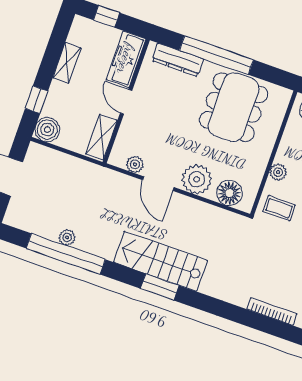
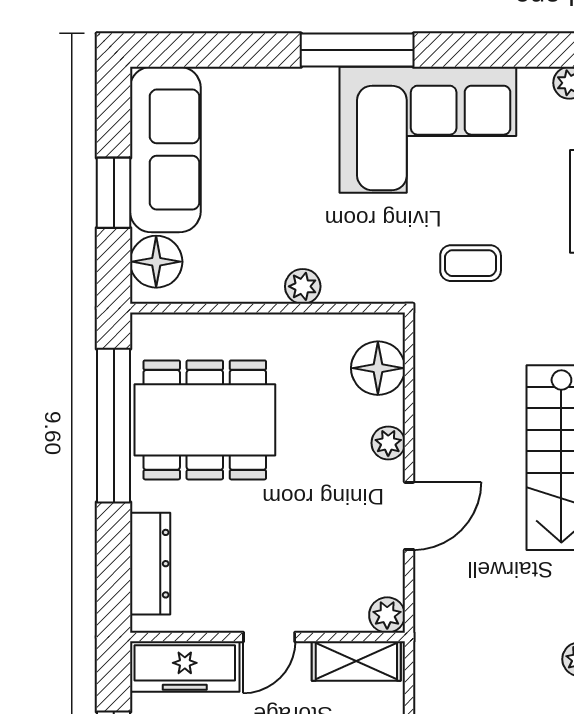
window: (216, 55) -> (114, 426), moved
plant: (135, 164) -> (387, 615), moved
plant: (197, 179) -> (388, 443), width x0.53, depth x0.53
coffee table: (279, 208) -> (471, 263), moved, turned 90

